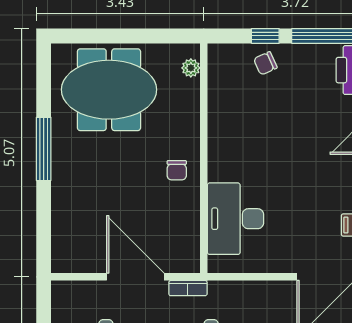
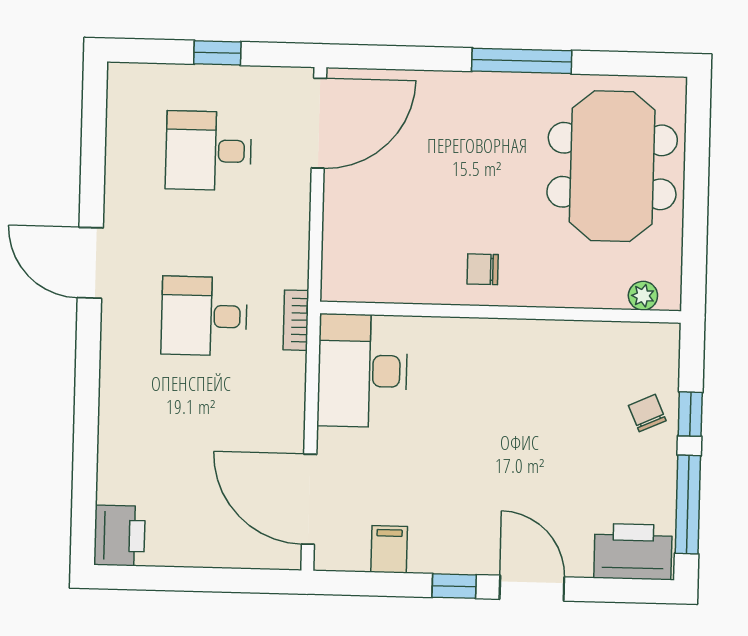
desk: (236, 219) -> (362, 371), moved, turned -90
door: (135, 277) -> (319, 123), moved
bookcase: (188, 288) -> (296, 320), moved

